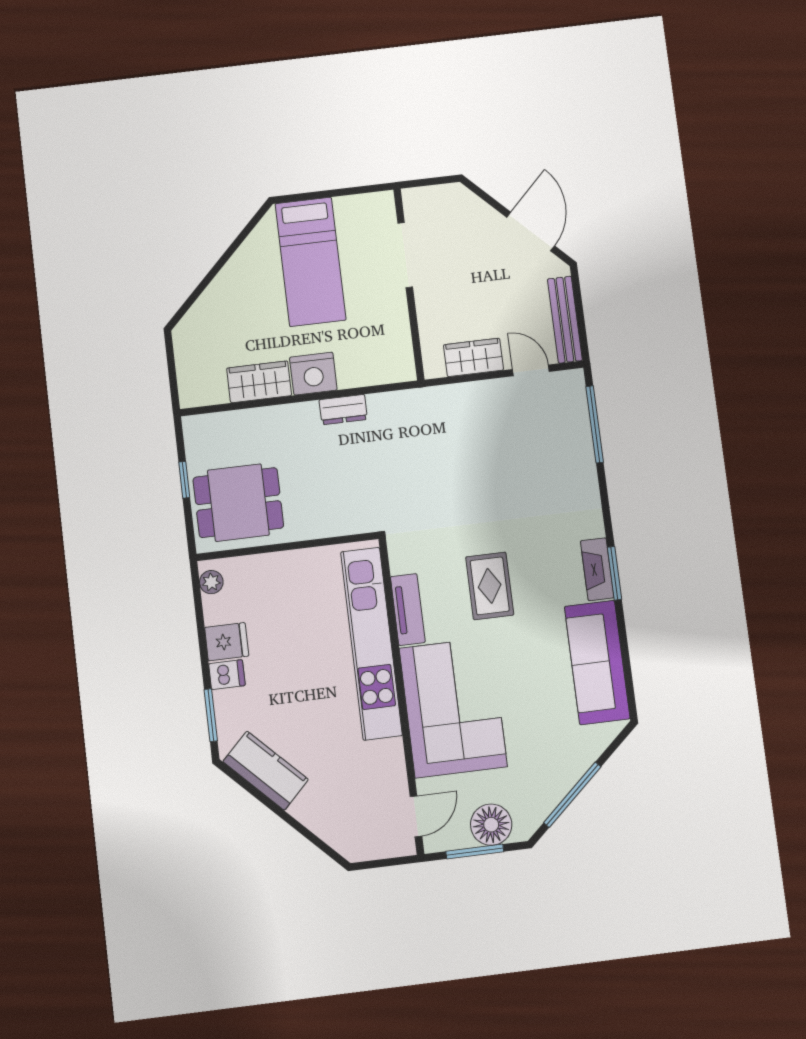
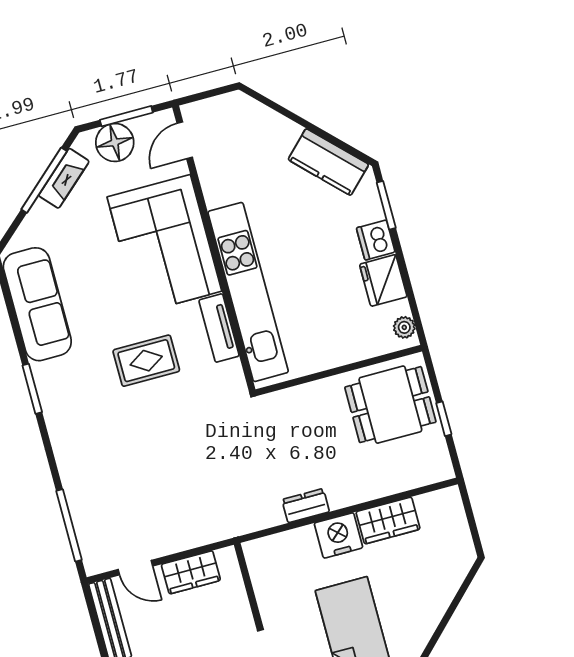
fireplace: (597, 569) -> (64, 178), moved, turned 48
rug: (490, 586) -> (146, 361), turned 90
fridge: (227, 642) -> (383, 280), width x1.38
dishwasher: (227, 675) -> (376, 240), width x1.38

